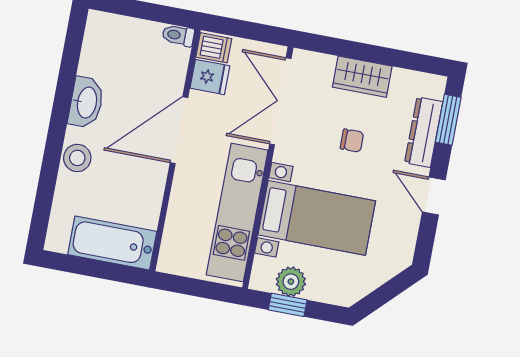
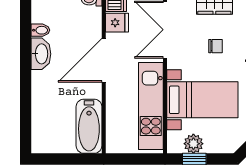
bidet: (92, 67) -> (40, 30), added
stool: (77, 158) -> (42, 90), removed
bathtub: (112, 243) -> (89, 126), moved, turned -90

